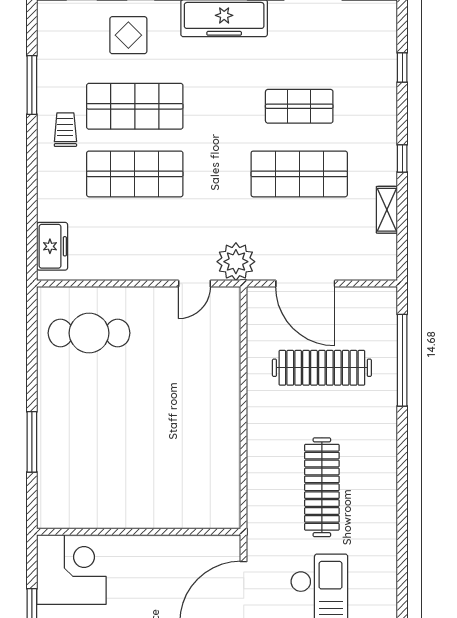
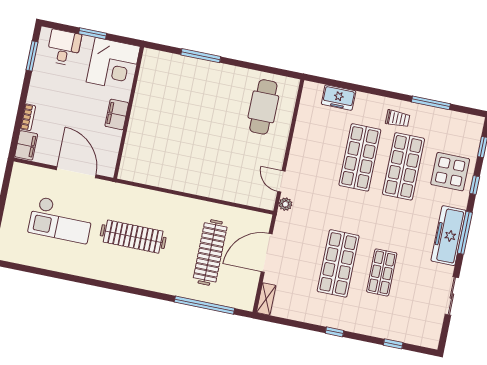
display table: (128, 35) -> (450, 172), width x1.36, depth x1.36
shelving: (387, 210) -> (266, 299), moved, turned 90
freezer: (52, 246) -> (339, 98), moved
plant: (236, 262) -> (285, 204), width x0.53, depth x0.53
filing cabinet: (145, 549) -> (117, 114), added

